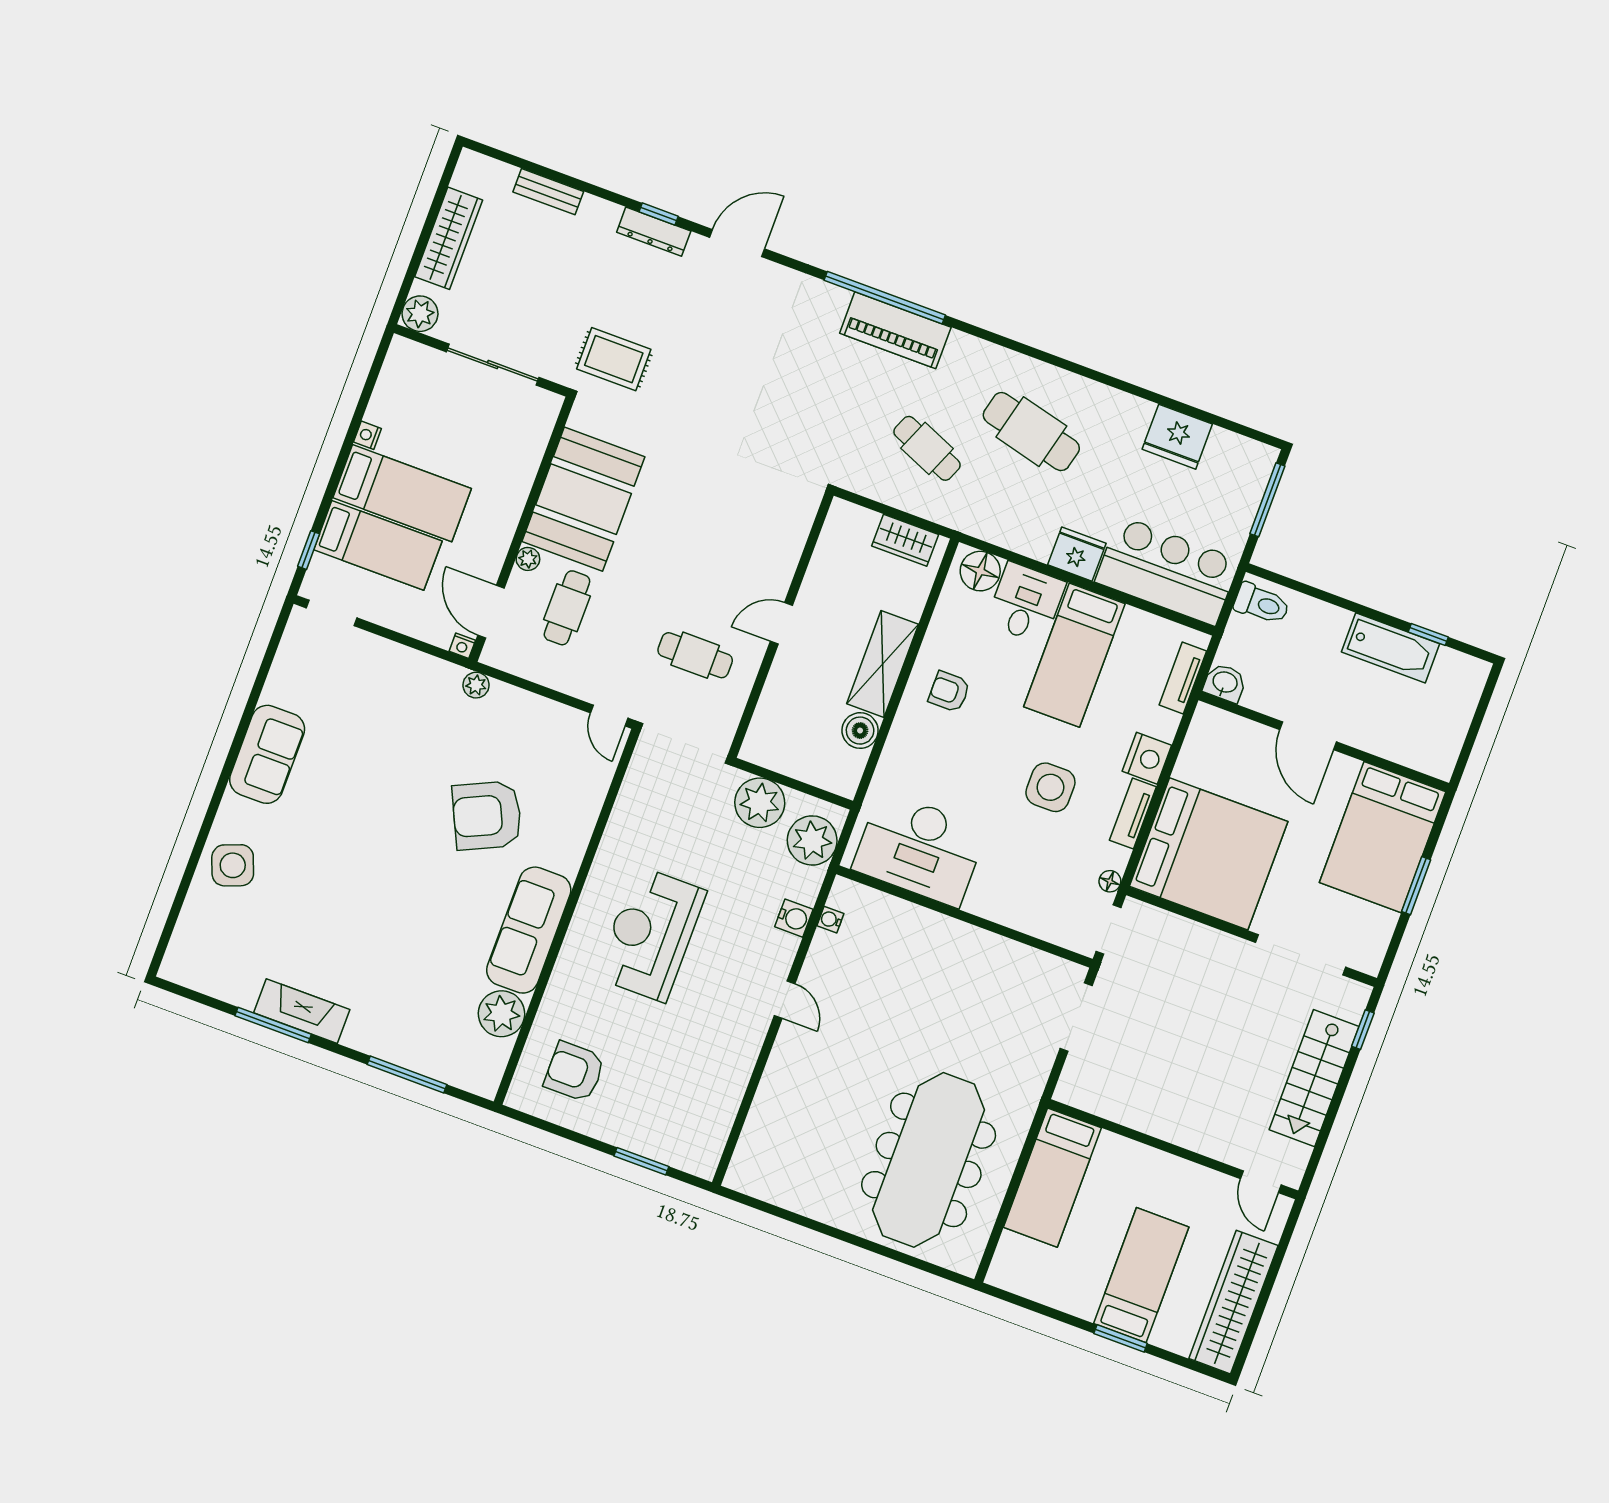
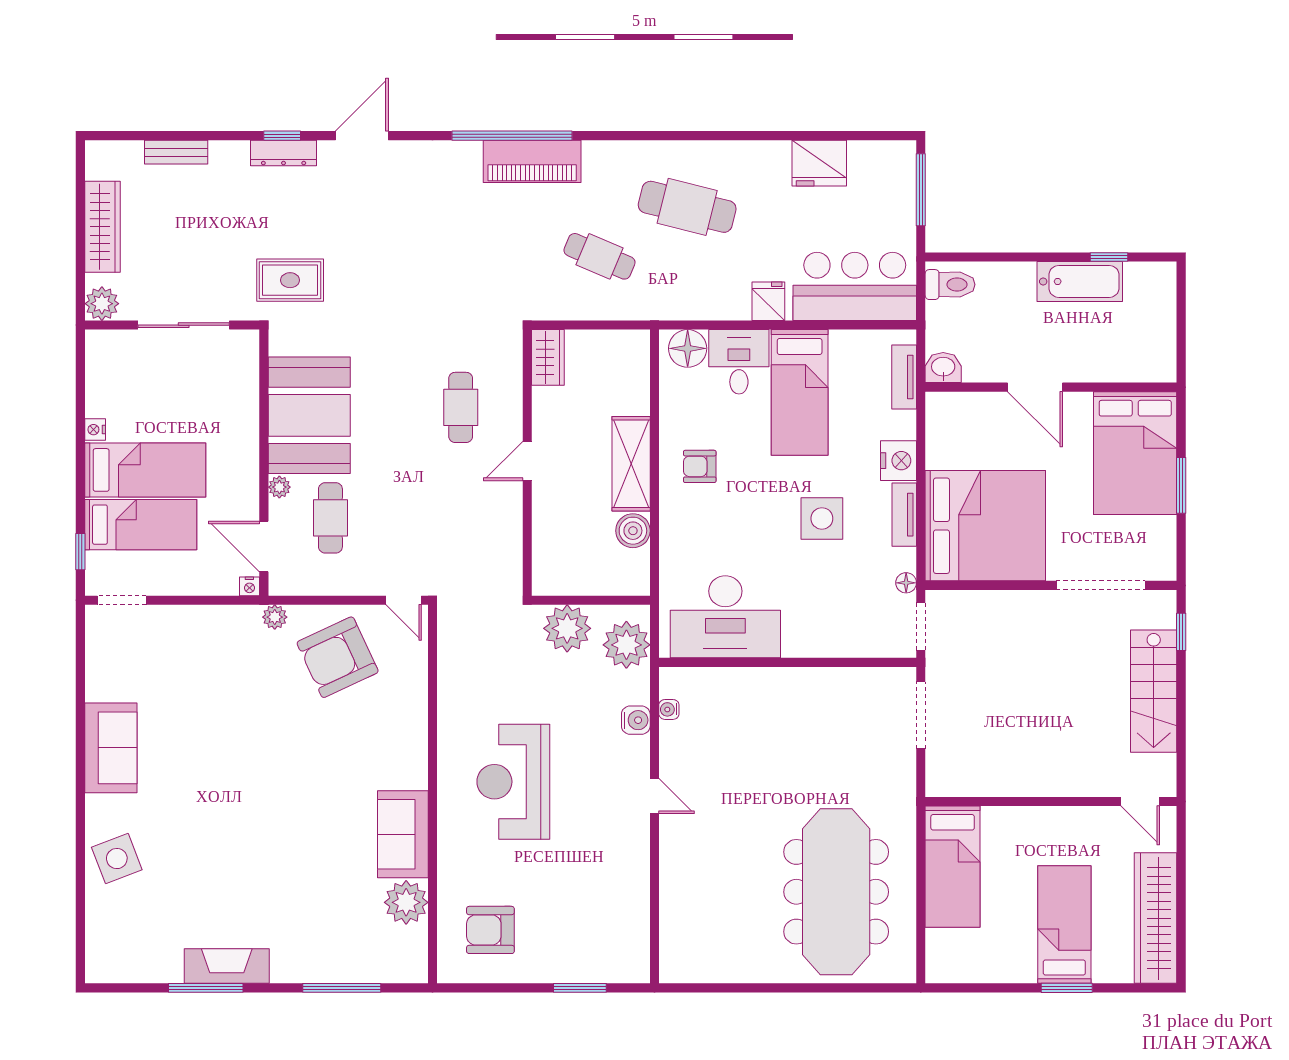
wardrobe: (905, 540) -> (548, 357), moved, turned -90
fridge: (1077, 554) -> (768, 301), width x0.72
cafe table: (695, 655) -> (461, 407), moved, turned 90
armchair: (487, 815) -> (338, 657), moved
sofa: (529, 930) -> (403, 834), width x0.73

